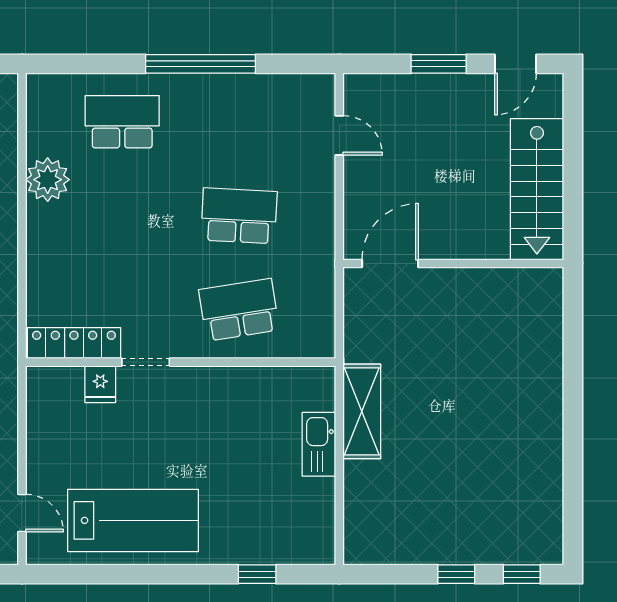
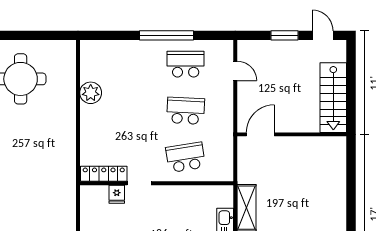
door: (516, 64) -> (323, 35), swing flipped
school desk: (122, 122) -> (186, 64), moved

